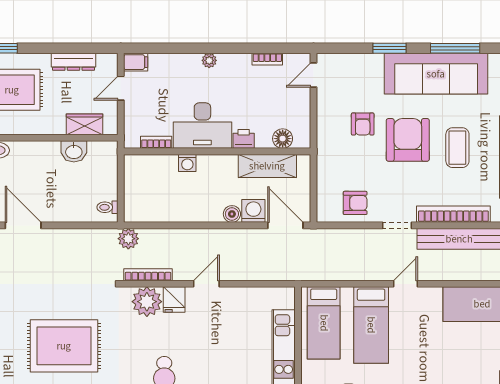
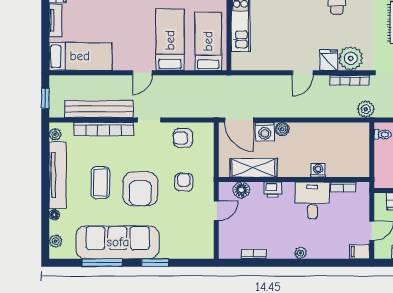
door: (314, 75) -> (216, 211), moved
armchair: (363, 124) -> (184, 182), moved
desk: (202, 126) -> (312, 200), width x0.73

